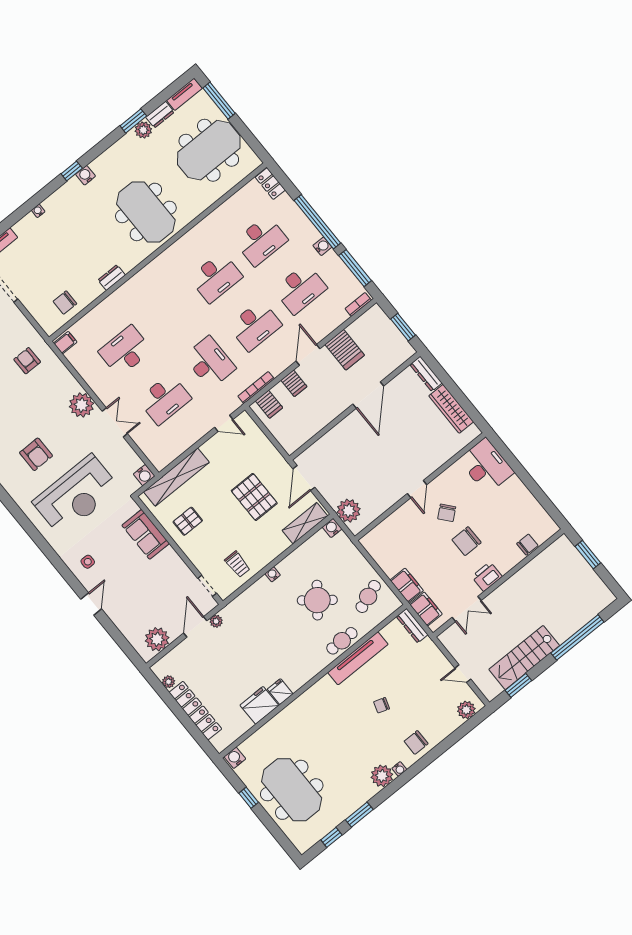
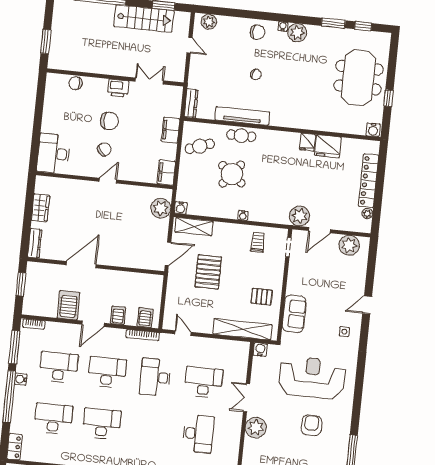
desk: (125, 351) -> (198, 434), turned -90
wardrobe: (451, 409) -> (40, 208), width x0.67
filing cabinet: (426, 609) -> (166, 173), moved
plant: (216, 621) -> (300, 216), width x1.87, depth x1.87

